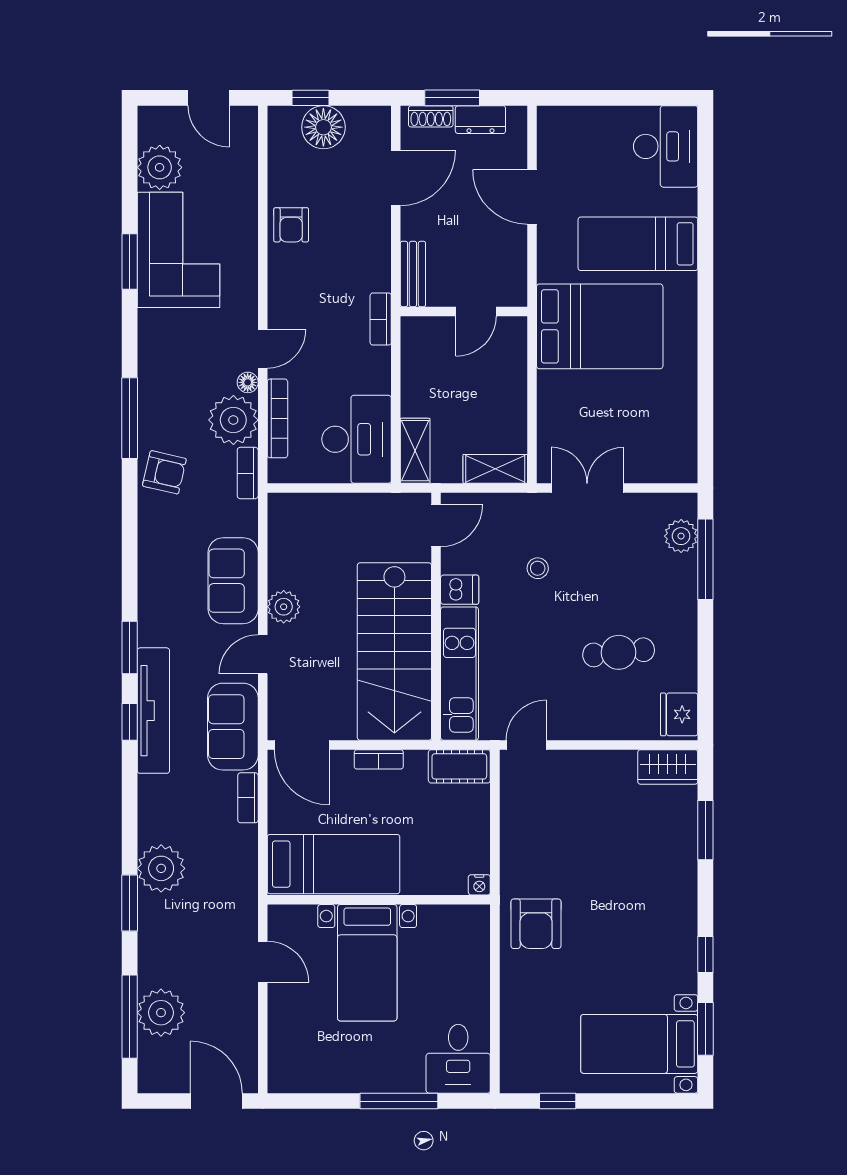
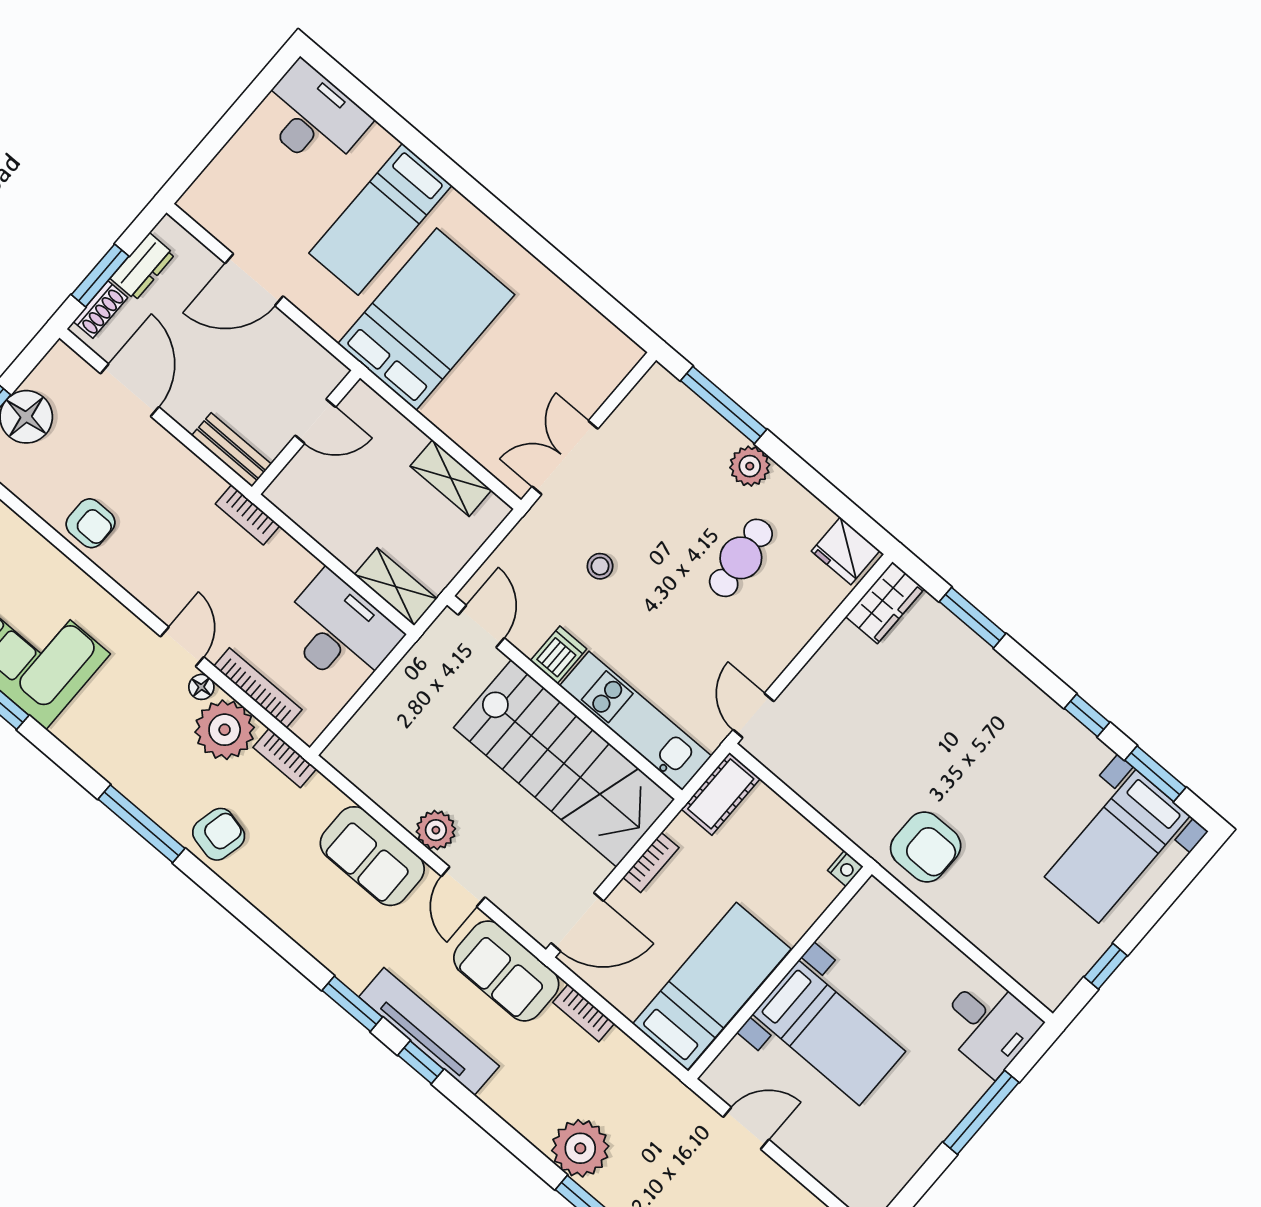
door: (476, 311) -> (315, 421), hinge flipped
shelving: (495, 469) -> (451, 478), moved, turned 90
plant: (681, 536) -> (750, 466), moved

